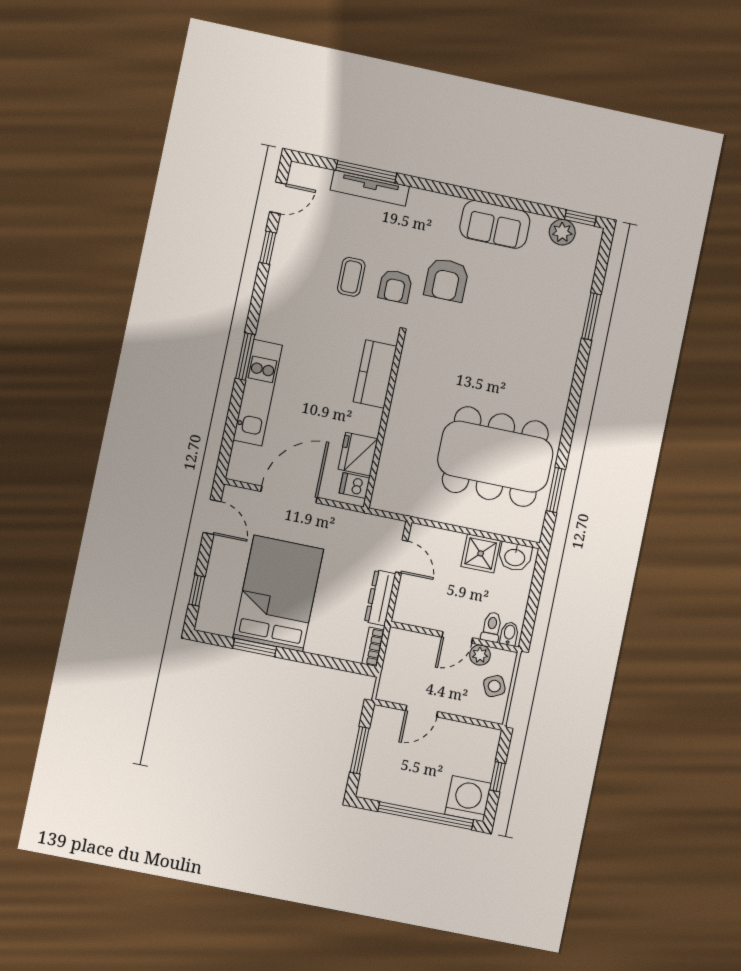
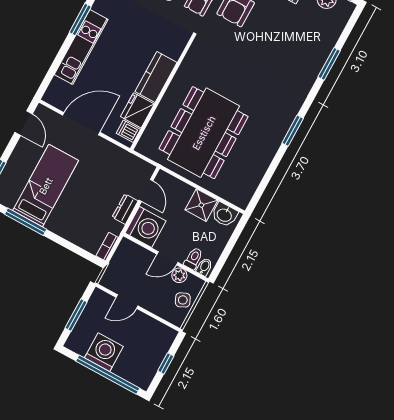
kitchen counter: (375, 374) -> (156, 77), moved
dining table: (495, 457) -> (204, 133), moved, turned 90
window: (556, 490) -> (293, 131), moved
bed: (278, 593) -> (46, 186), width x0.67
dresser: (380, 598) -> (125, 209), width x0.70
washing machine: (416, 605) -> (145, 227), added
window: (255, 647) -> (26, 222), width x1.44
washing machine: (468, 799) -> (104, 352), moved

